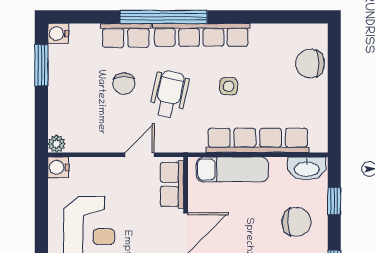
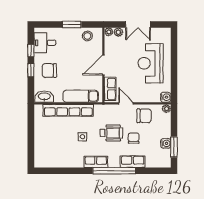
water cooler: (58, 34) -> (166, 143), moved
row of seats: (201, 35) -> (96, 162), width x0.50
chair: (310, 64) -> (144, 116), moved
wheelchair: (169, 94) -> (111, 133), turned -103
door: (140, 155) -> (126, 103), swing flipped
window: (334, 201) -> (31, 70), moved

